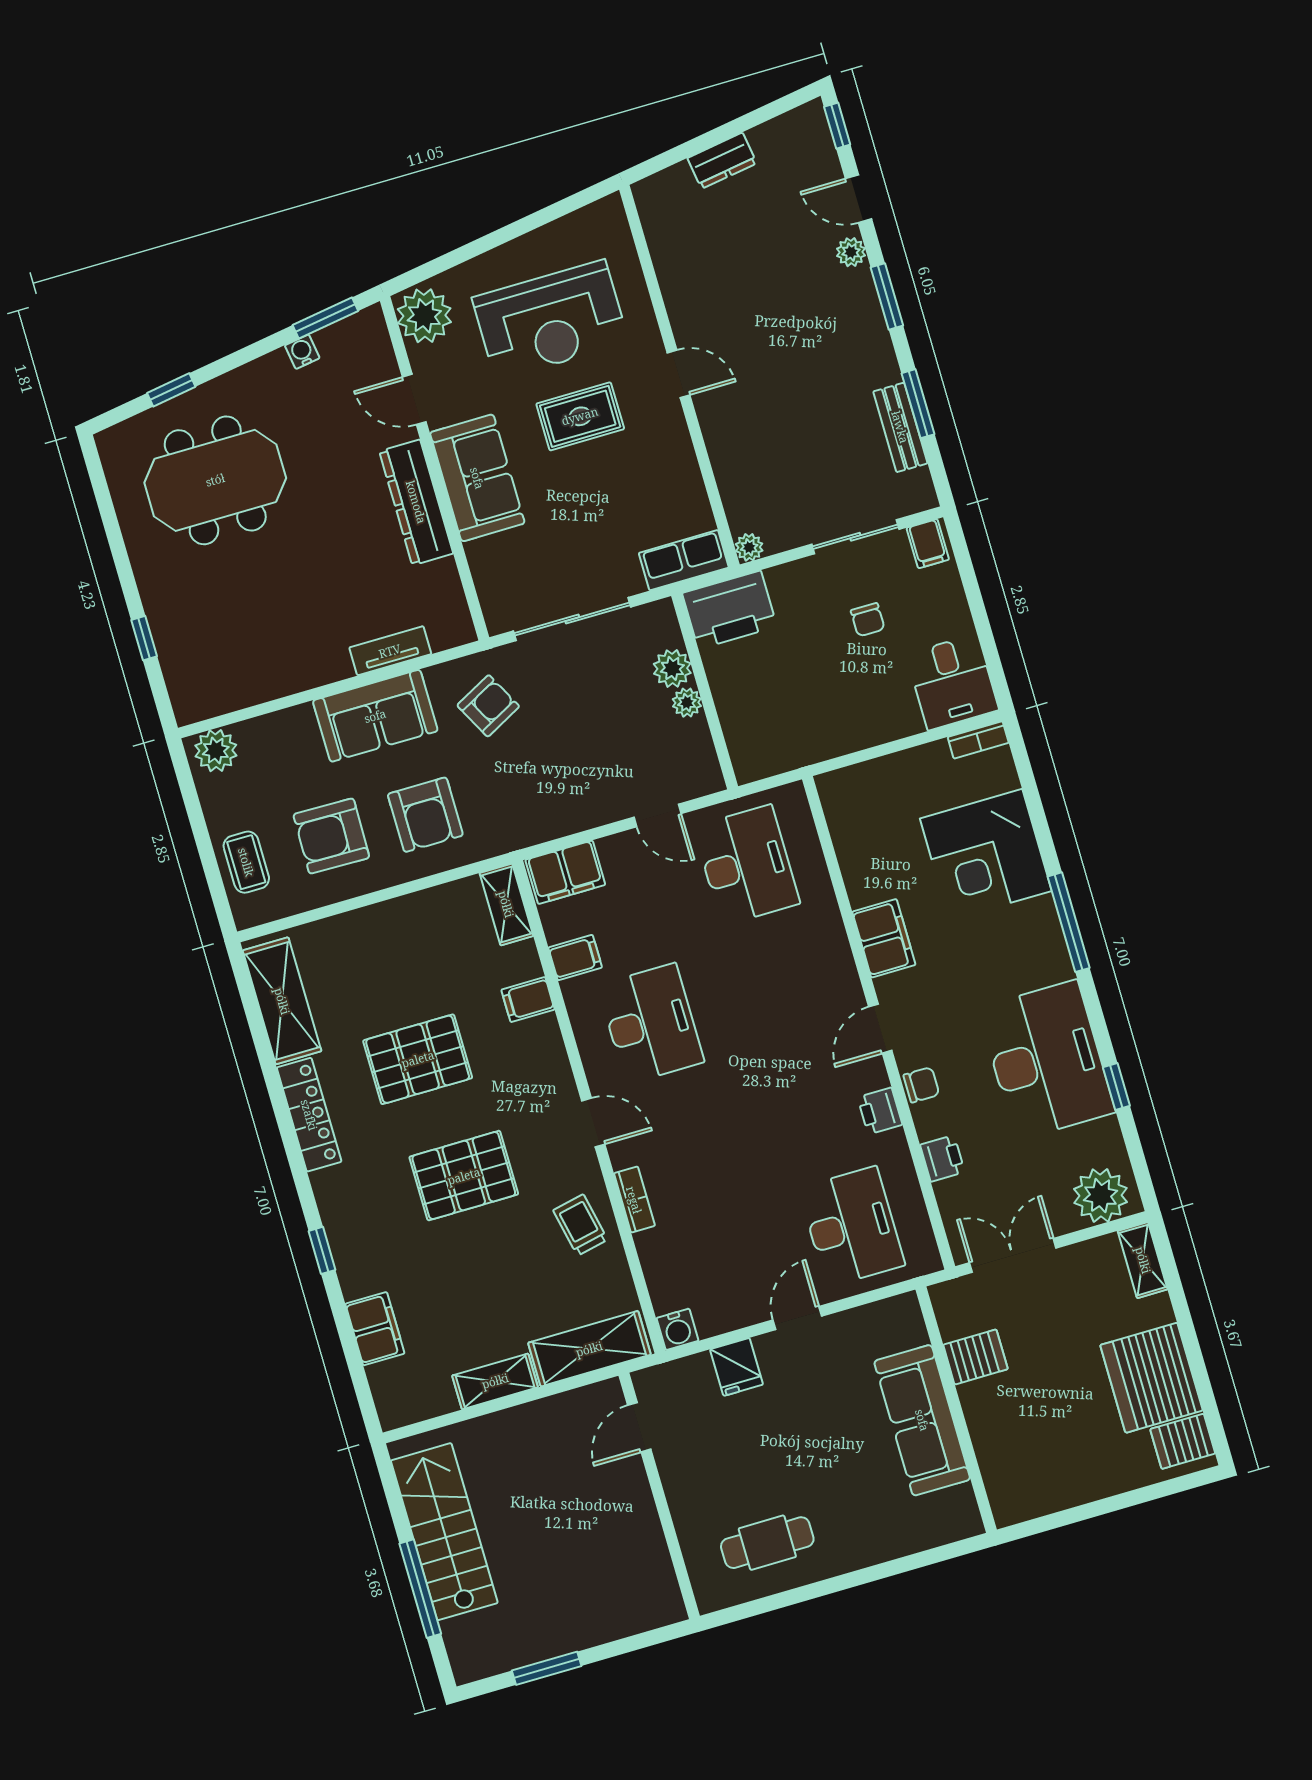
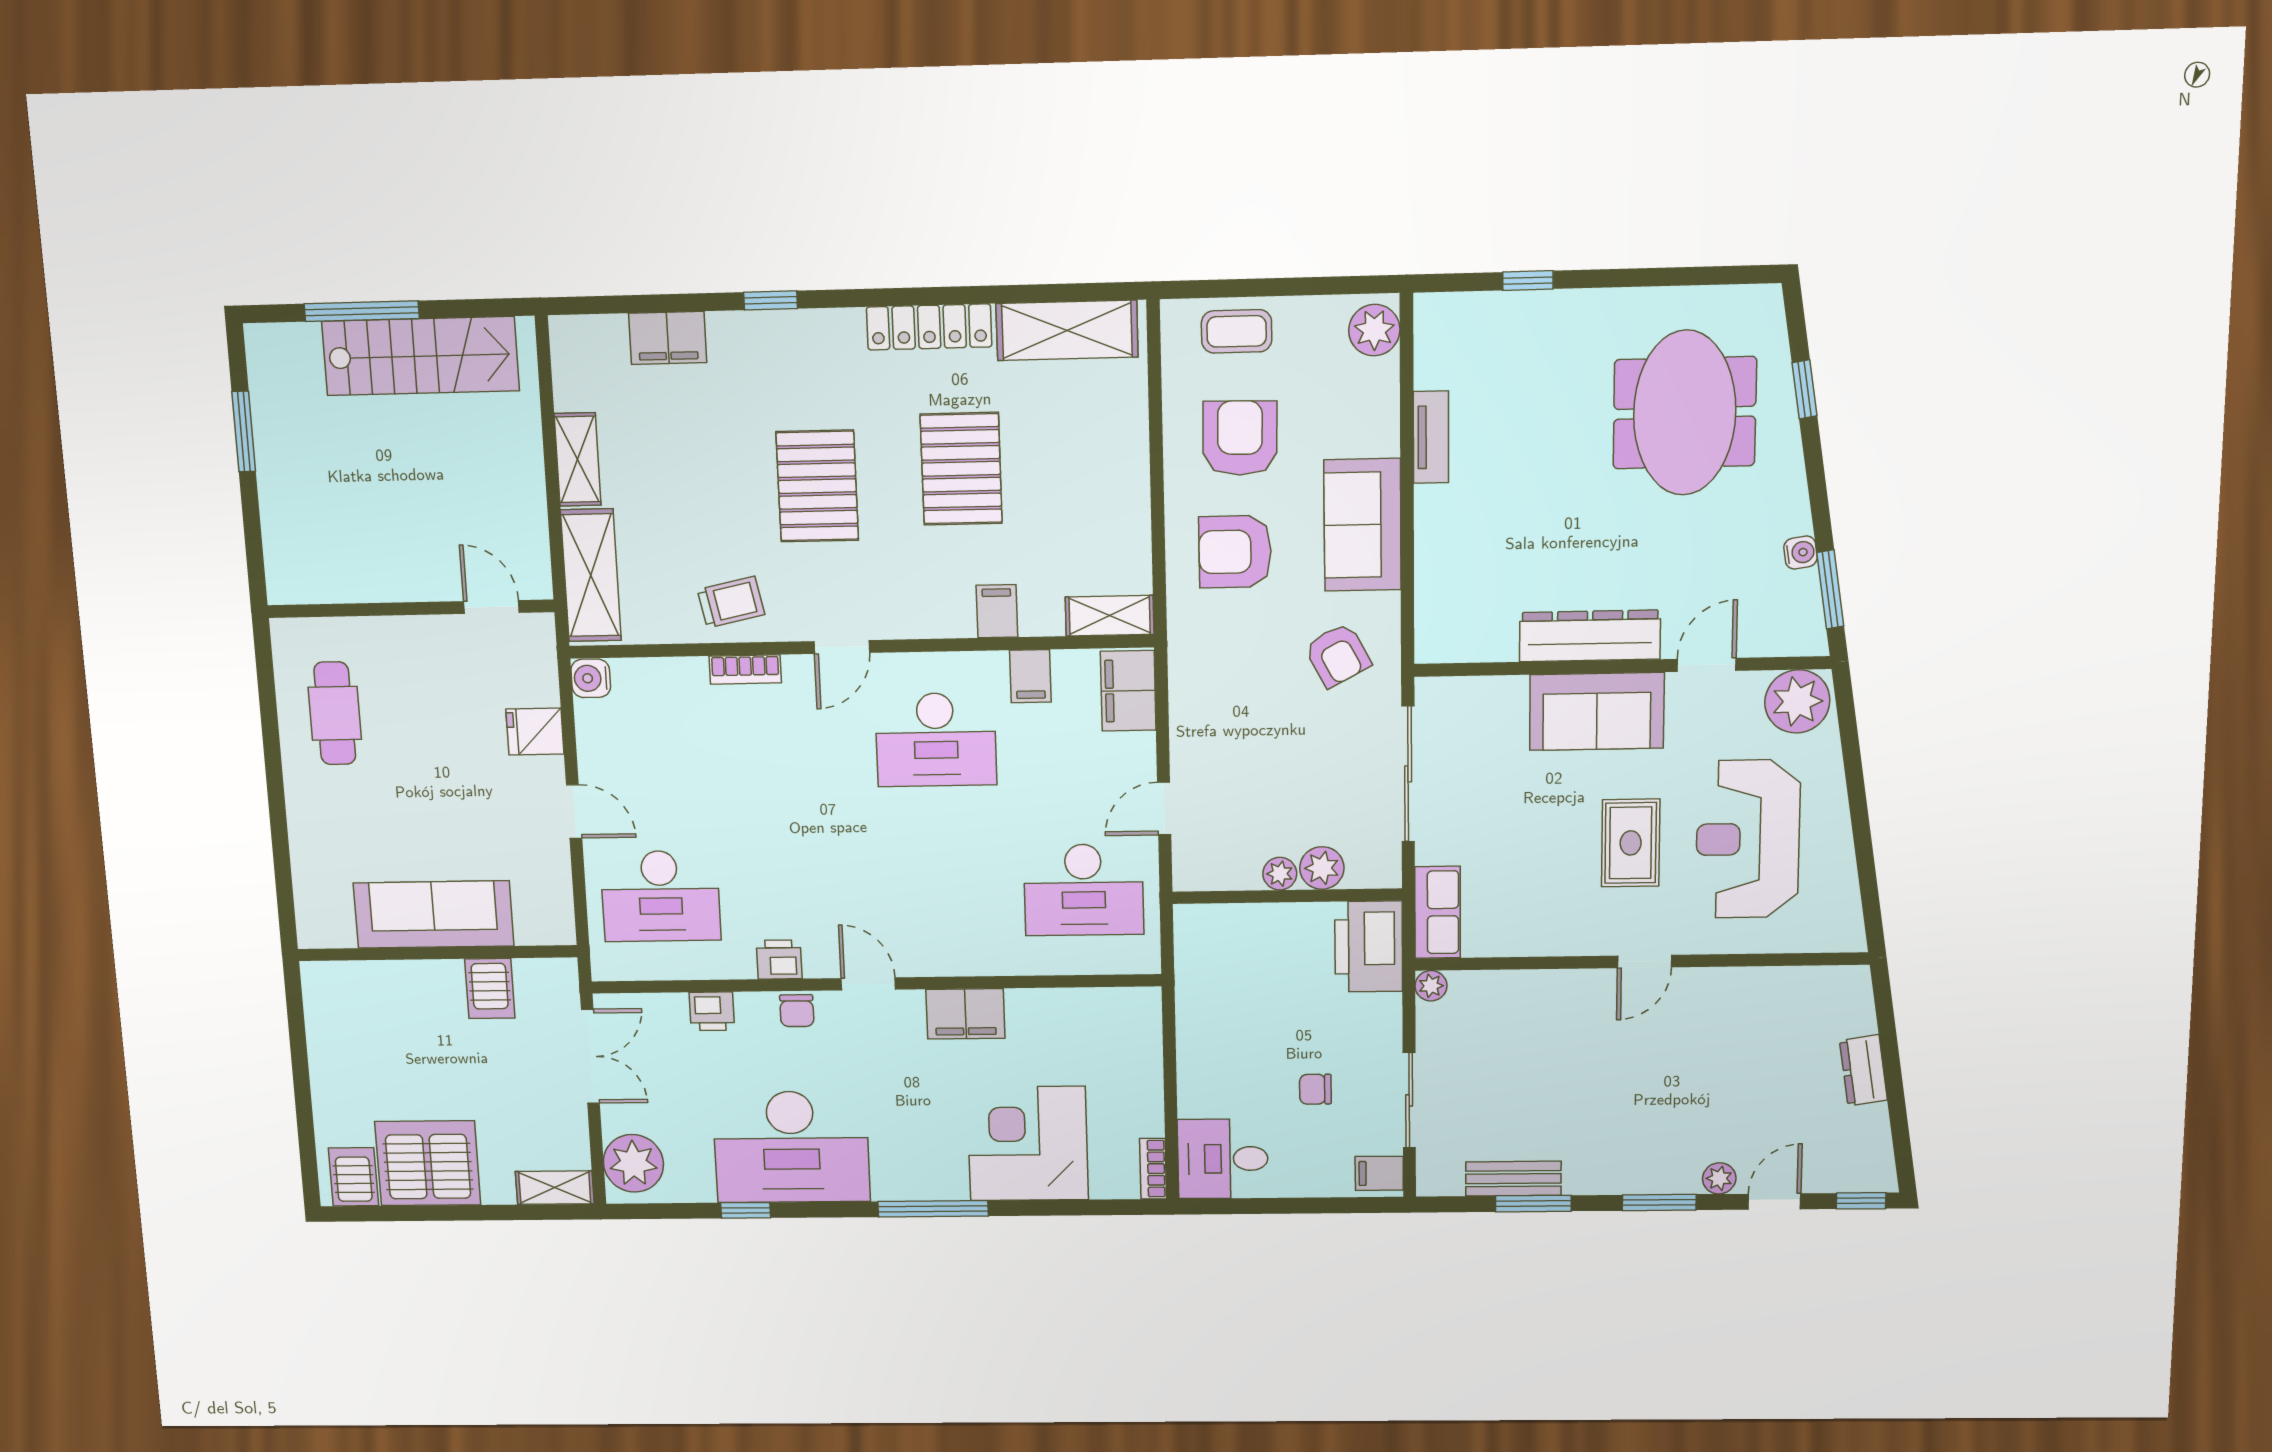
tv unit: (390, 651) -> (1431, 437), moved

